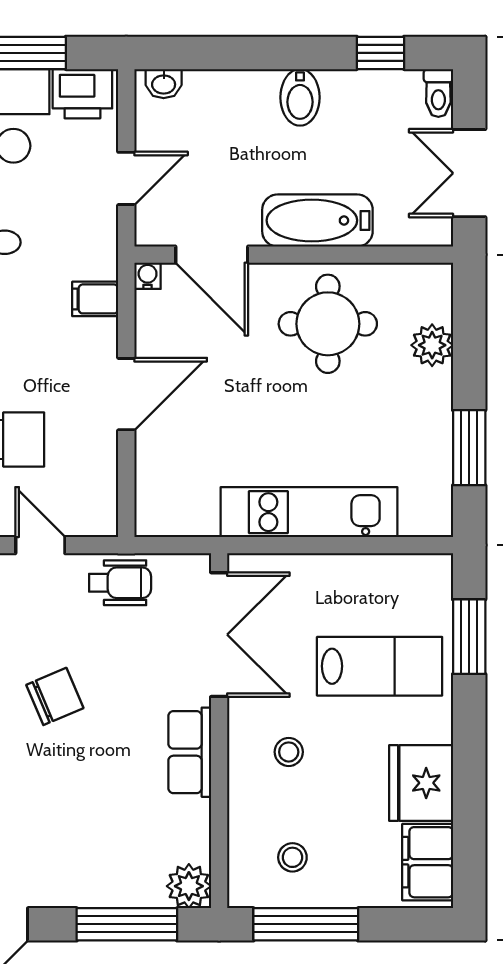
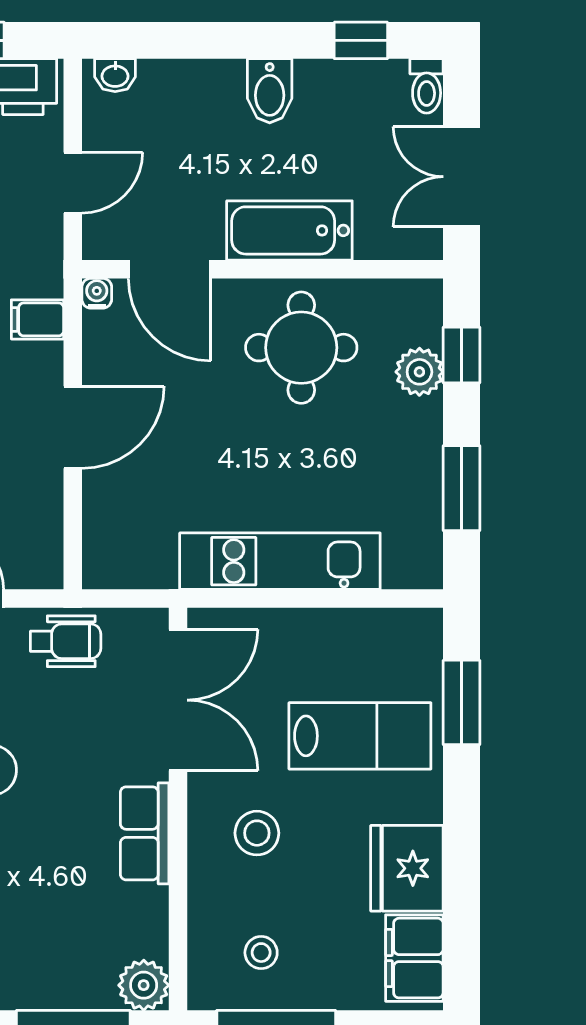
window: (469, 330) -> (462, 355), added
stool: (289, 752) -> (257, 833), width x1.37, depth x1.37

